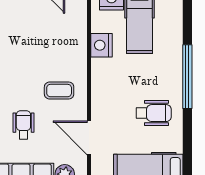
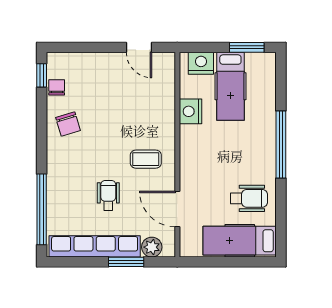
wheelchair: (154, 113) -> (249, 198), moved

